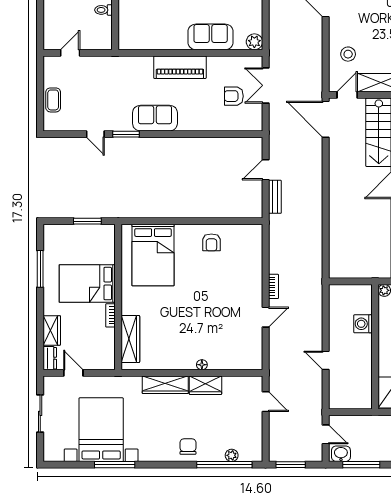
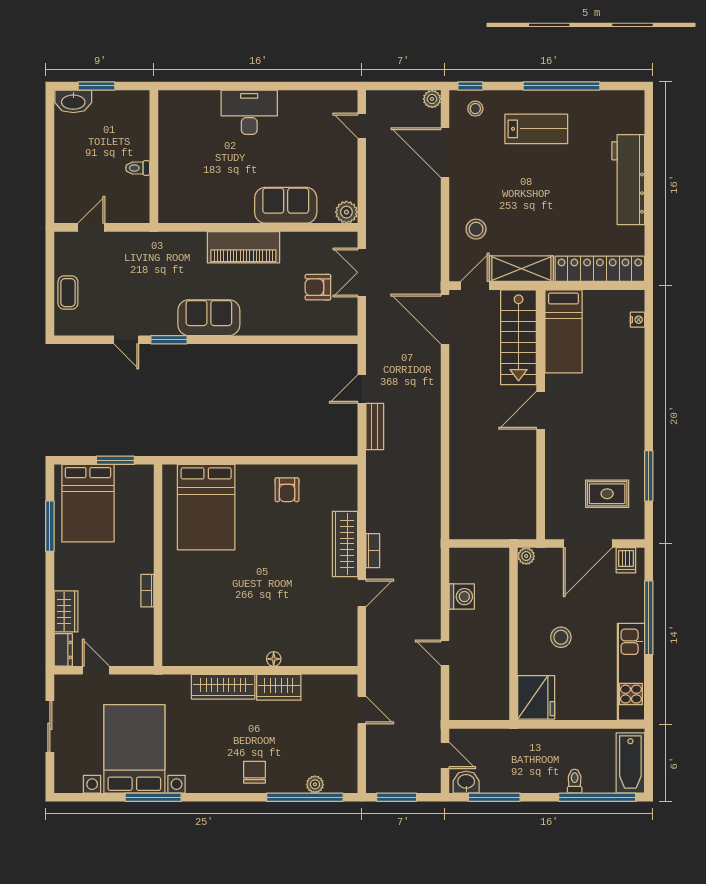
bed: (87, 283) -> (88, 503), moved, turned -90
washing machine: (363, 324) -> (462, 597), moved, turned 180
wardrobe: (130, 339) -> (345, 544), moved, turned 180

